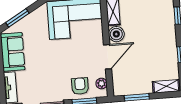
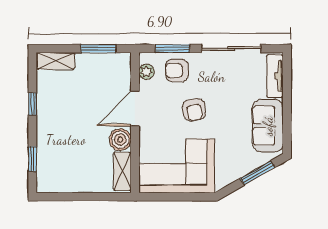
armchair: (66, 59) -> (194, 110), added
armchair: (80, 86) -> (177, 70), turned 90

